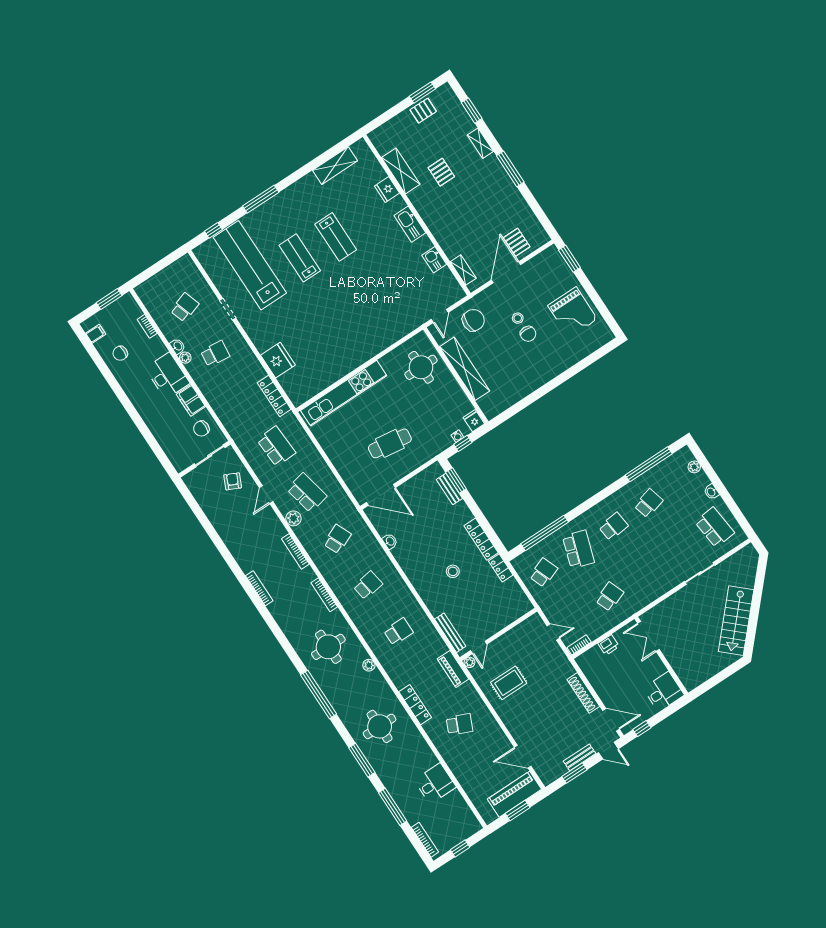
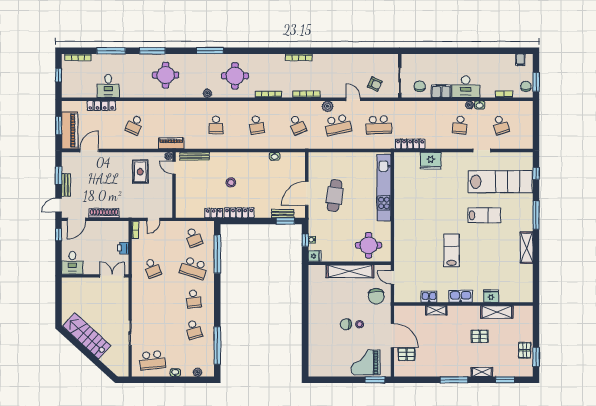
shelving: (335, 166) -> (527, 248), moved
lab bench: (336, 237) -> (452, 250), moved, turned 90
shelving: (463, 270) -> (436, 310), moved
grand piano: (573, 312) -> (365, 362), moved
chair: (120, 353) -> (526, 86), moved
door: (381, 495) -> (307, 194), moved
window: (319, 694) -> (210, 51), width x0.68
locker: (415, 705) -> (101, 106), moved

